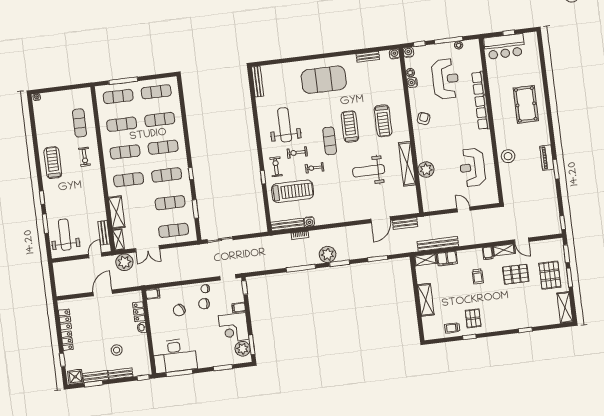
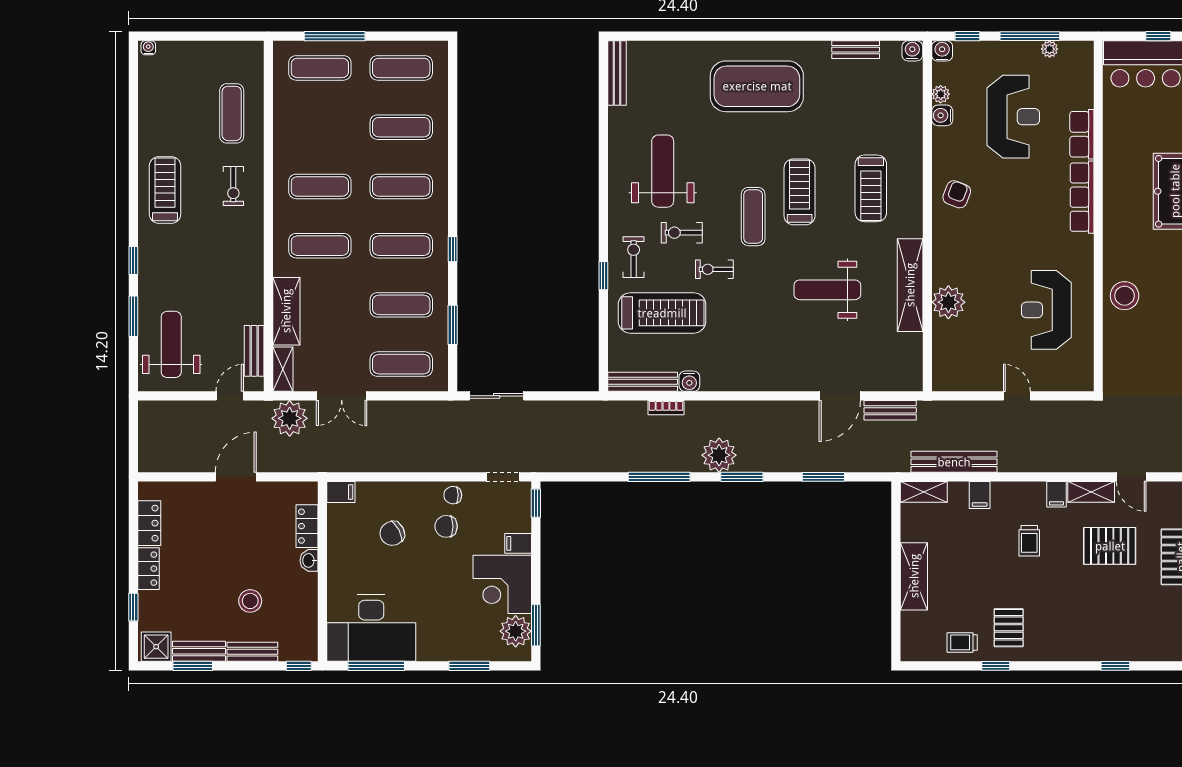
exercise mat: (122, 124) -> (320, 127), removed
filing cabinet: (447, 259) -> (980, 495), width x0.50

